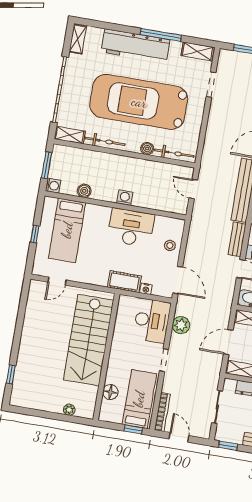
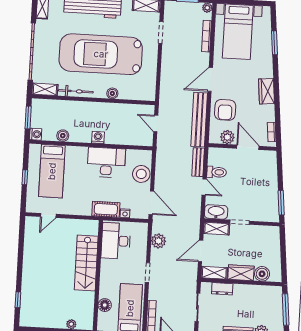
bicycle: (174, 153) -> (136, 95), removed
stool: (170, 245) -> (141, 174), width x1.89, depth x1.89
desk: (152, 321) -> (116, 241), moved, turned 180
stairs: (89, 340) -> (86, 263), width x0.73, depth x0.66

